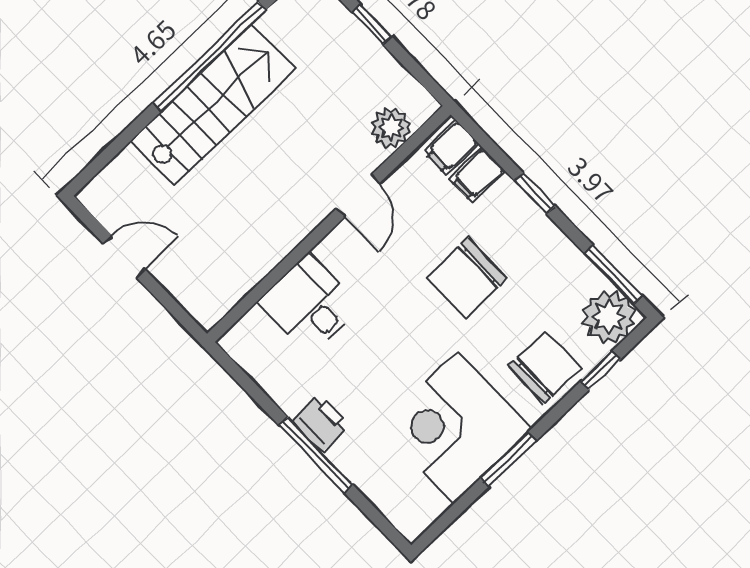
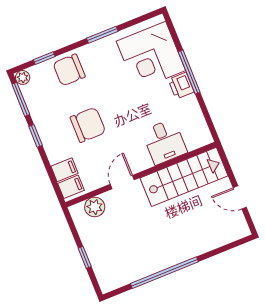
stairs: (213, 105) -> (184, 177), moved, turned 180
window: (535, 193) -> (36, 136), moved
plant: (609, 317) -> (23, 77), width x0.53, depth x0.53
corner desk: (455, 427) -> (151, 56), moved, turned 90

